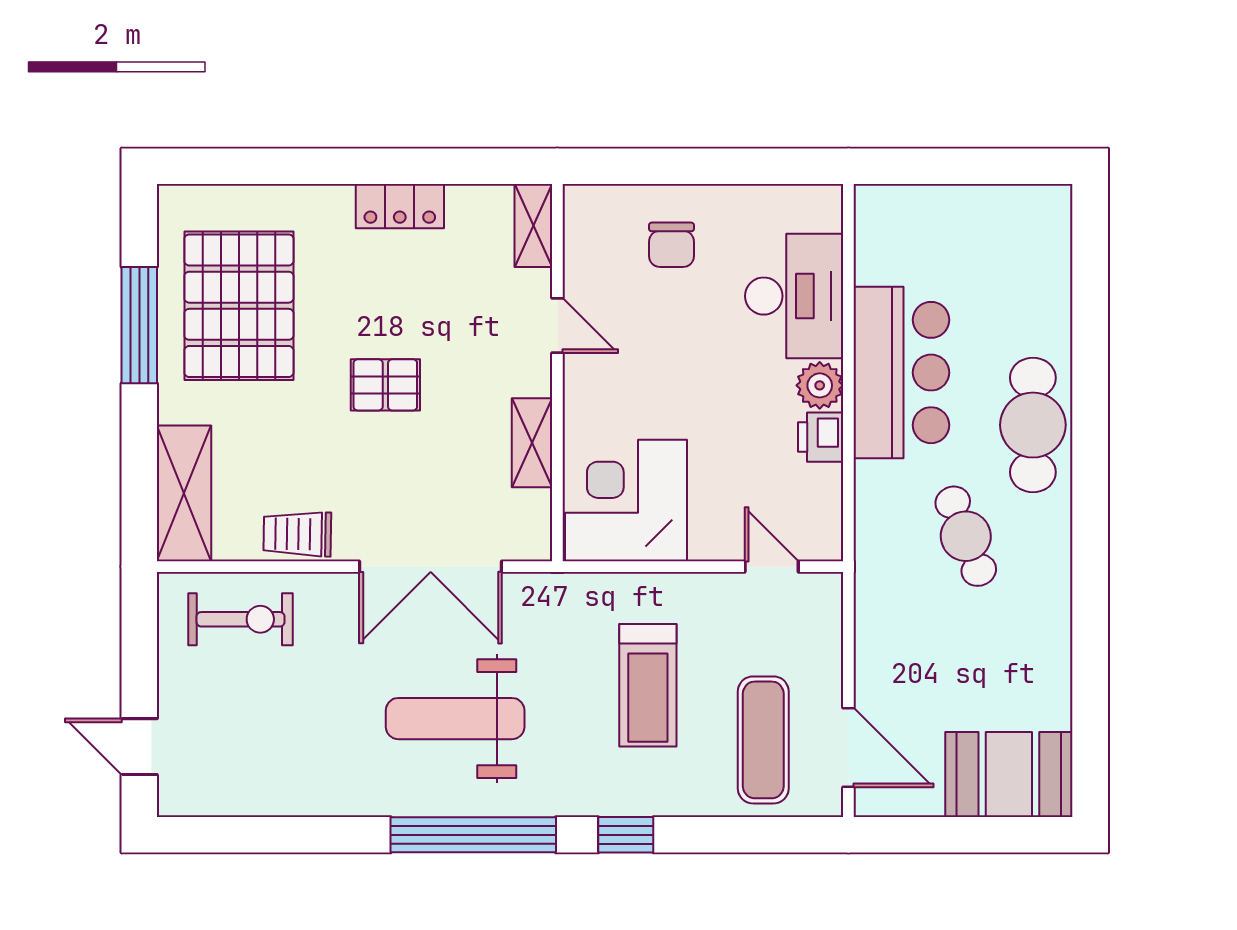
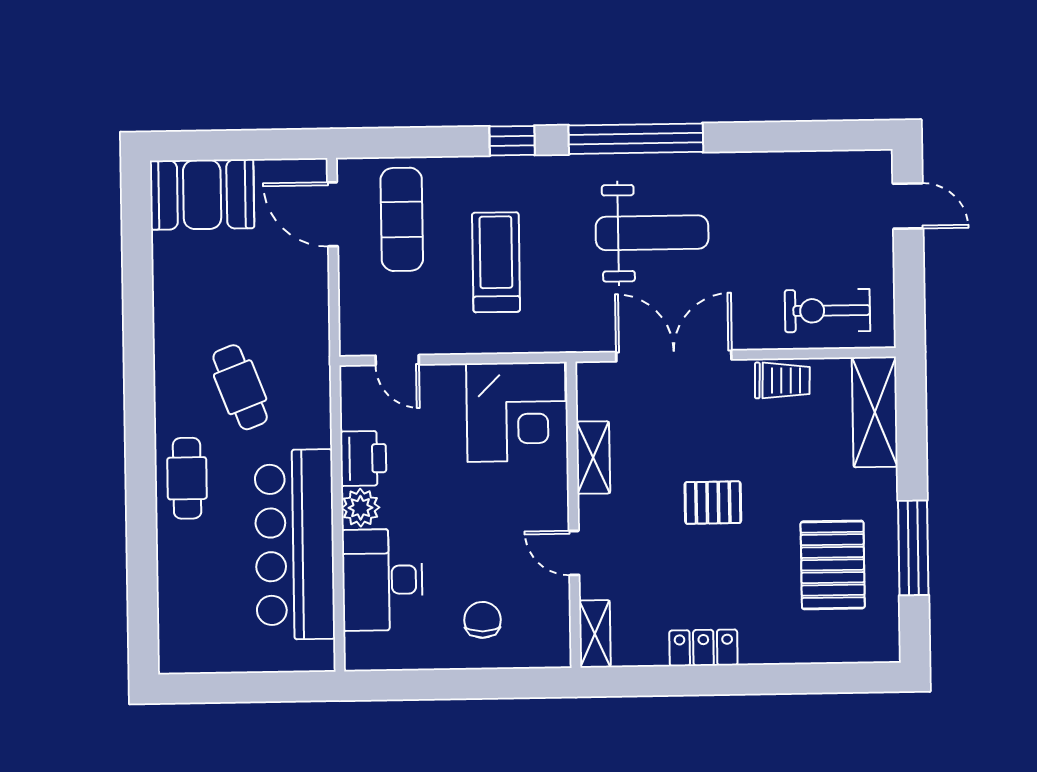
pallet: (239, 306) -> (833, 565), width x0.73, depth x0.71
bar counter: (901, 373) -> (295, 545), width x1.36
cafe table: (1033, 425) -> (187, 478), width x0.73, depth x0.74
printer: (821, 437) -> (363, 458), width x1.36, depth x1.24

